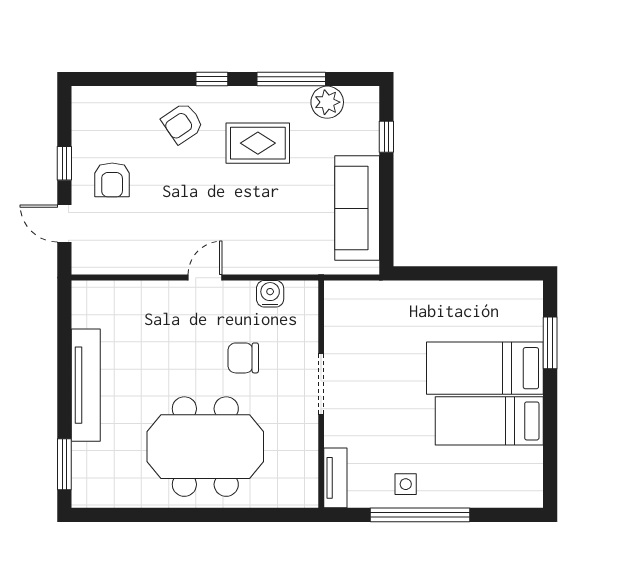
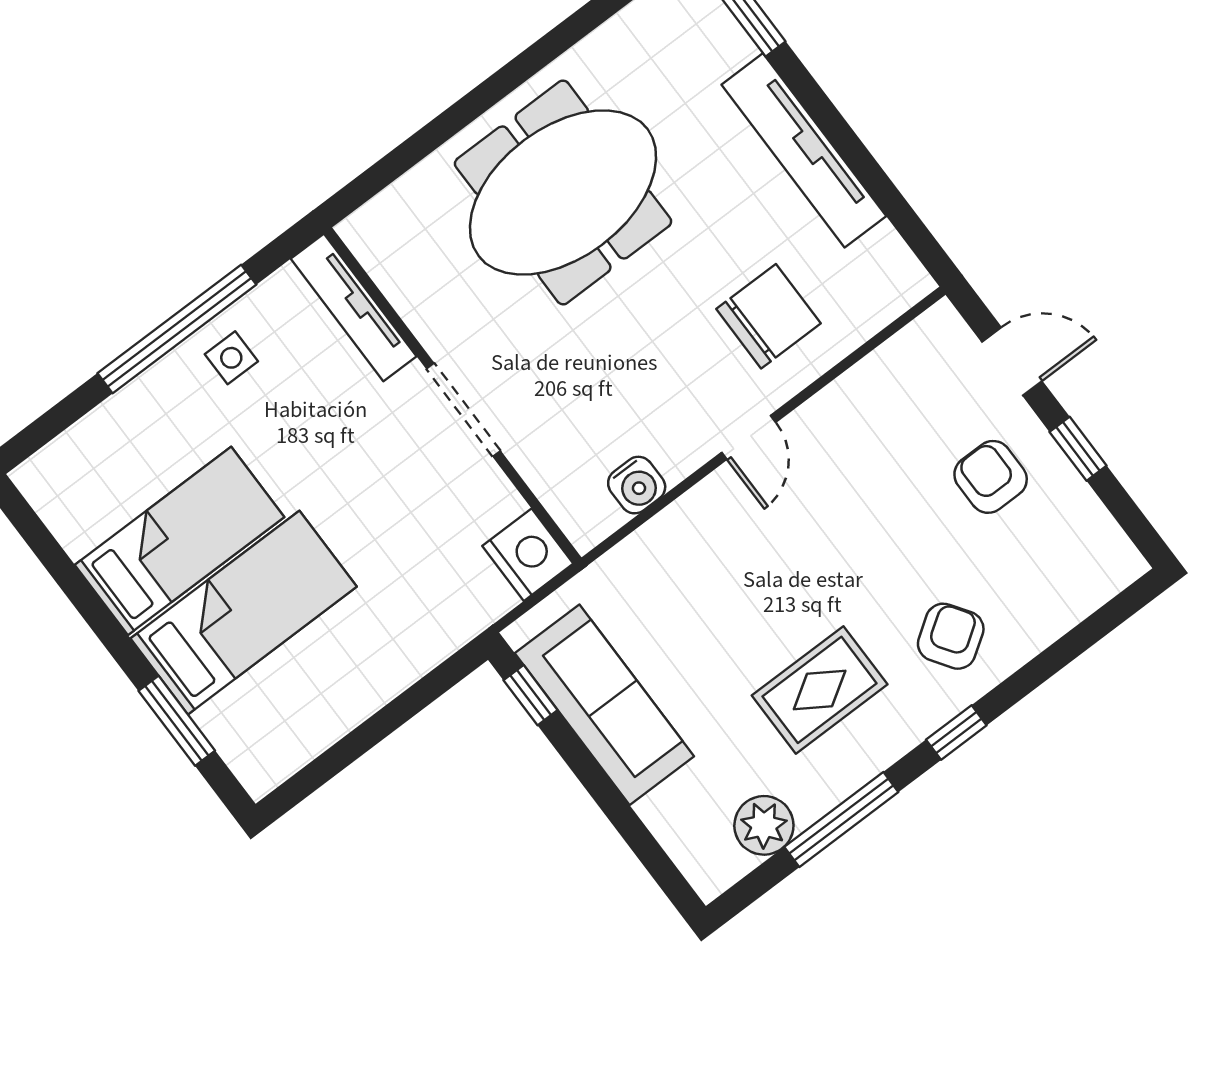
window: (386, 137) -> (531, 695), moved
nightstand: (341, 299) -> (528, 555), added
chair: (243, 358) -> (768, 316), moved, width x1.37, depth x1.37
tv unit: (335, 478) -> (354, 307), width x1.41

